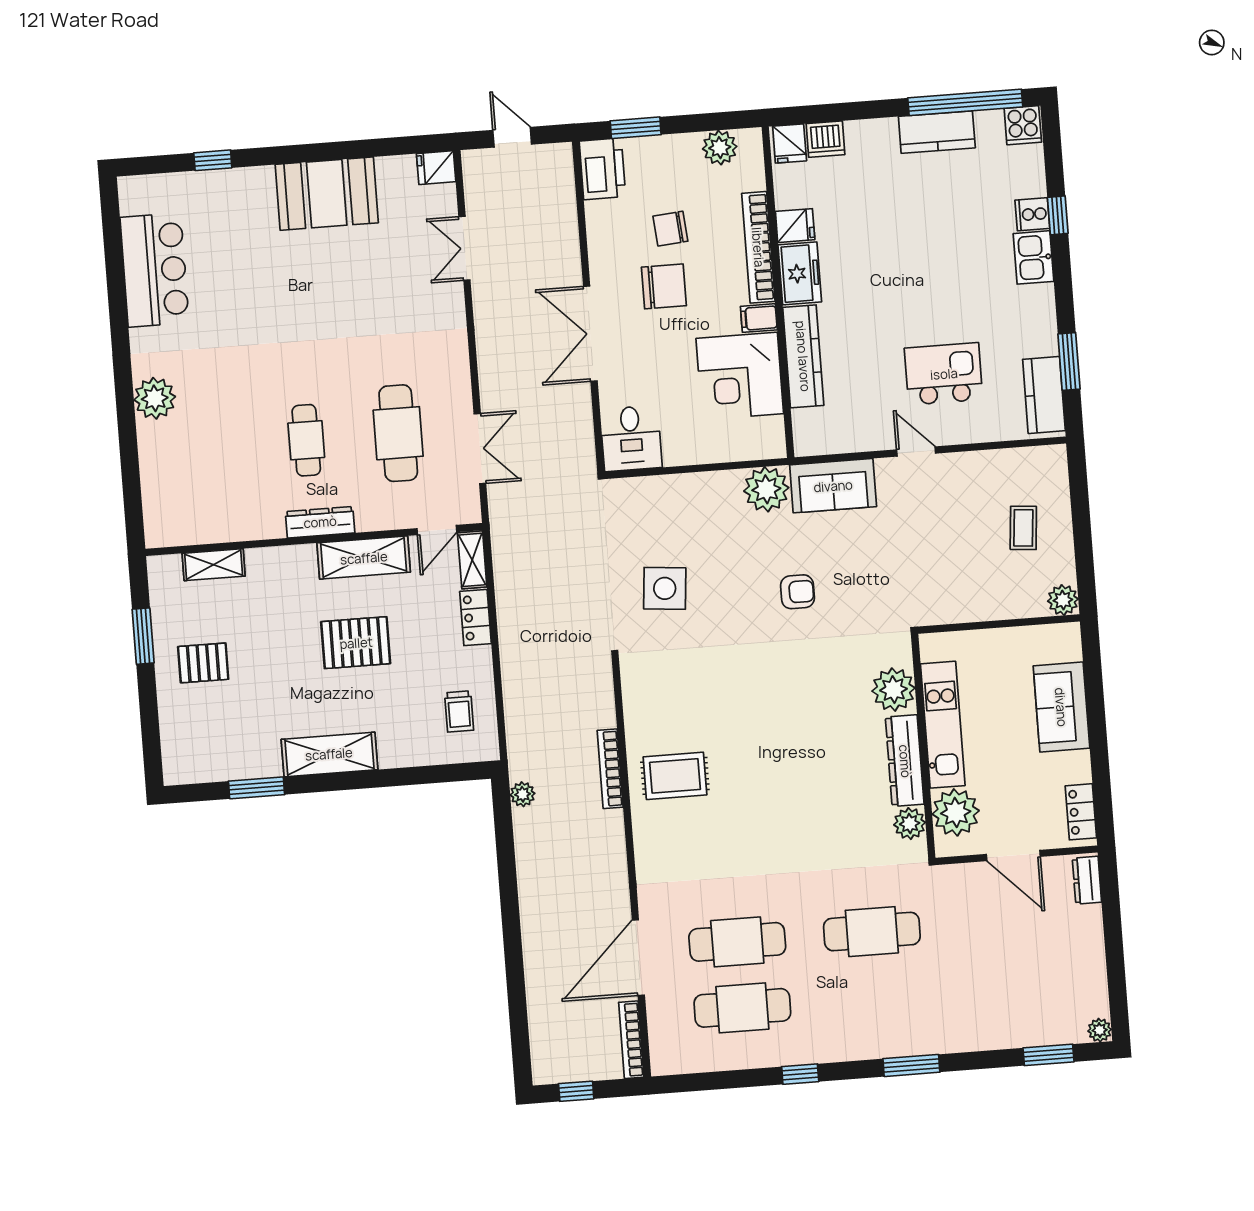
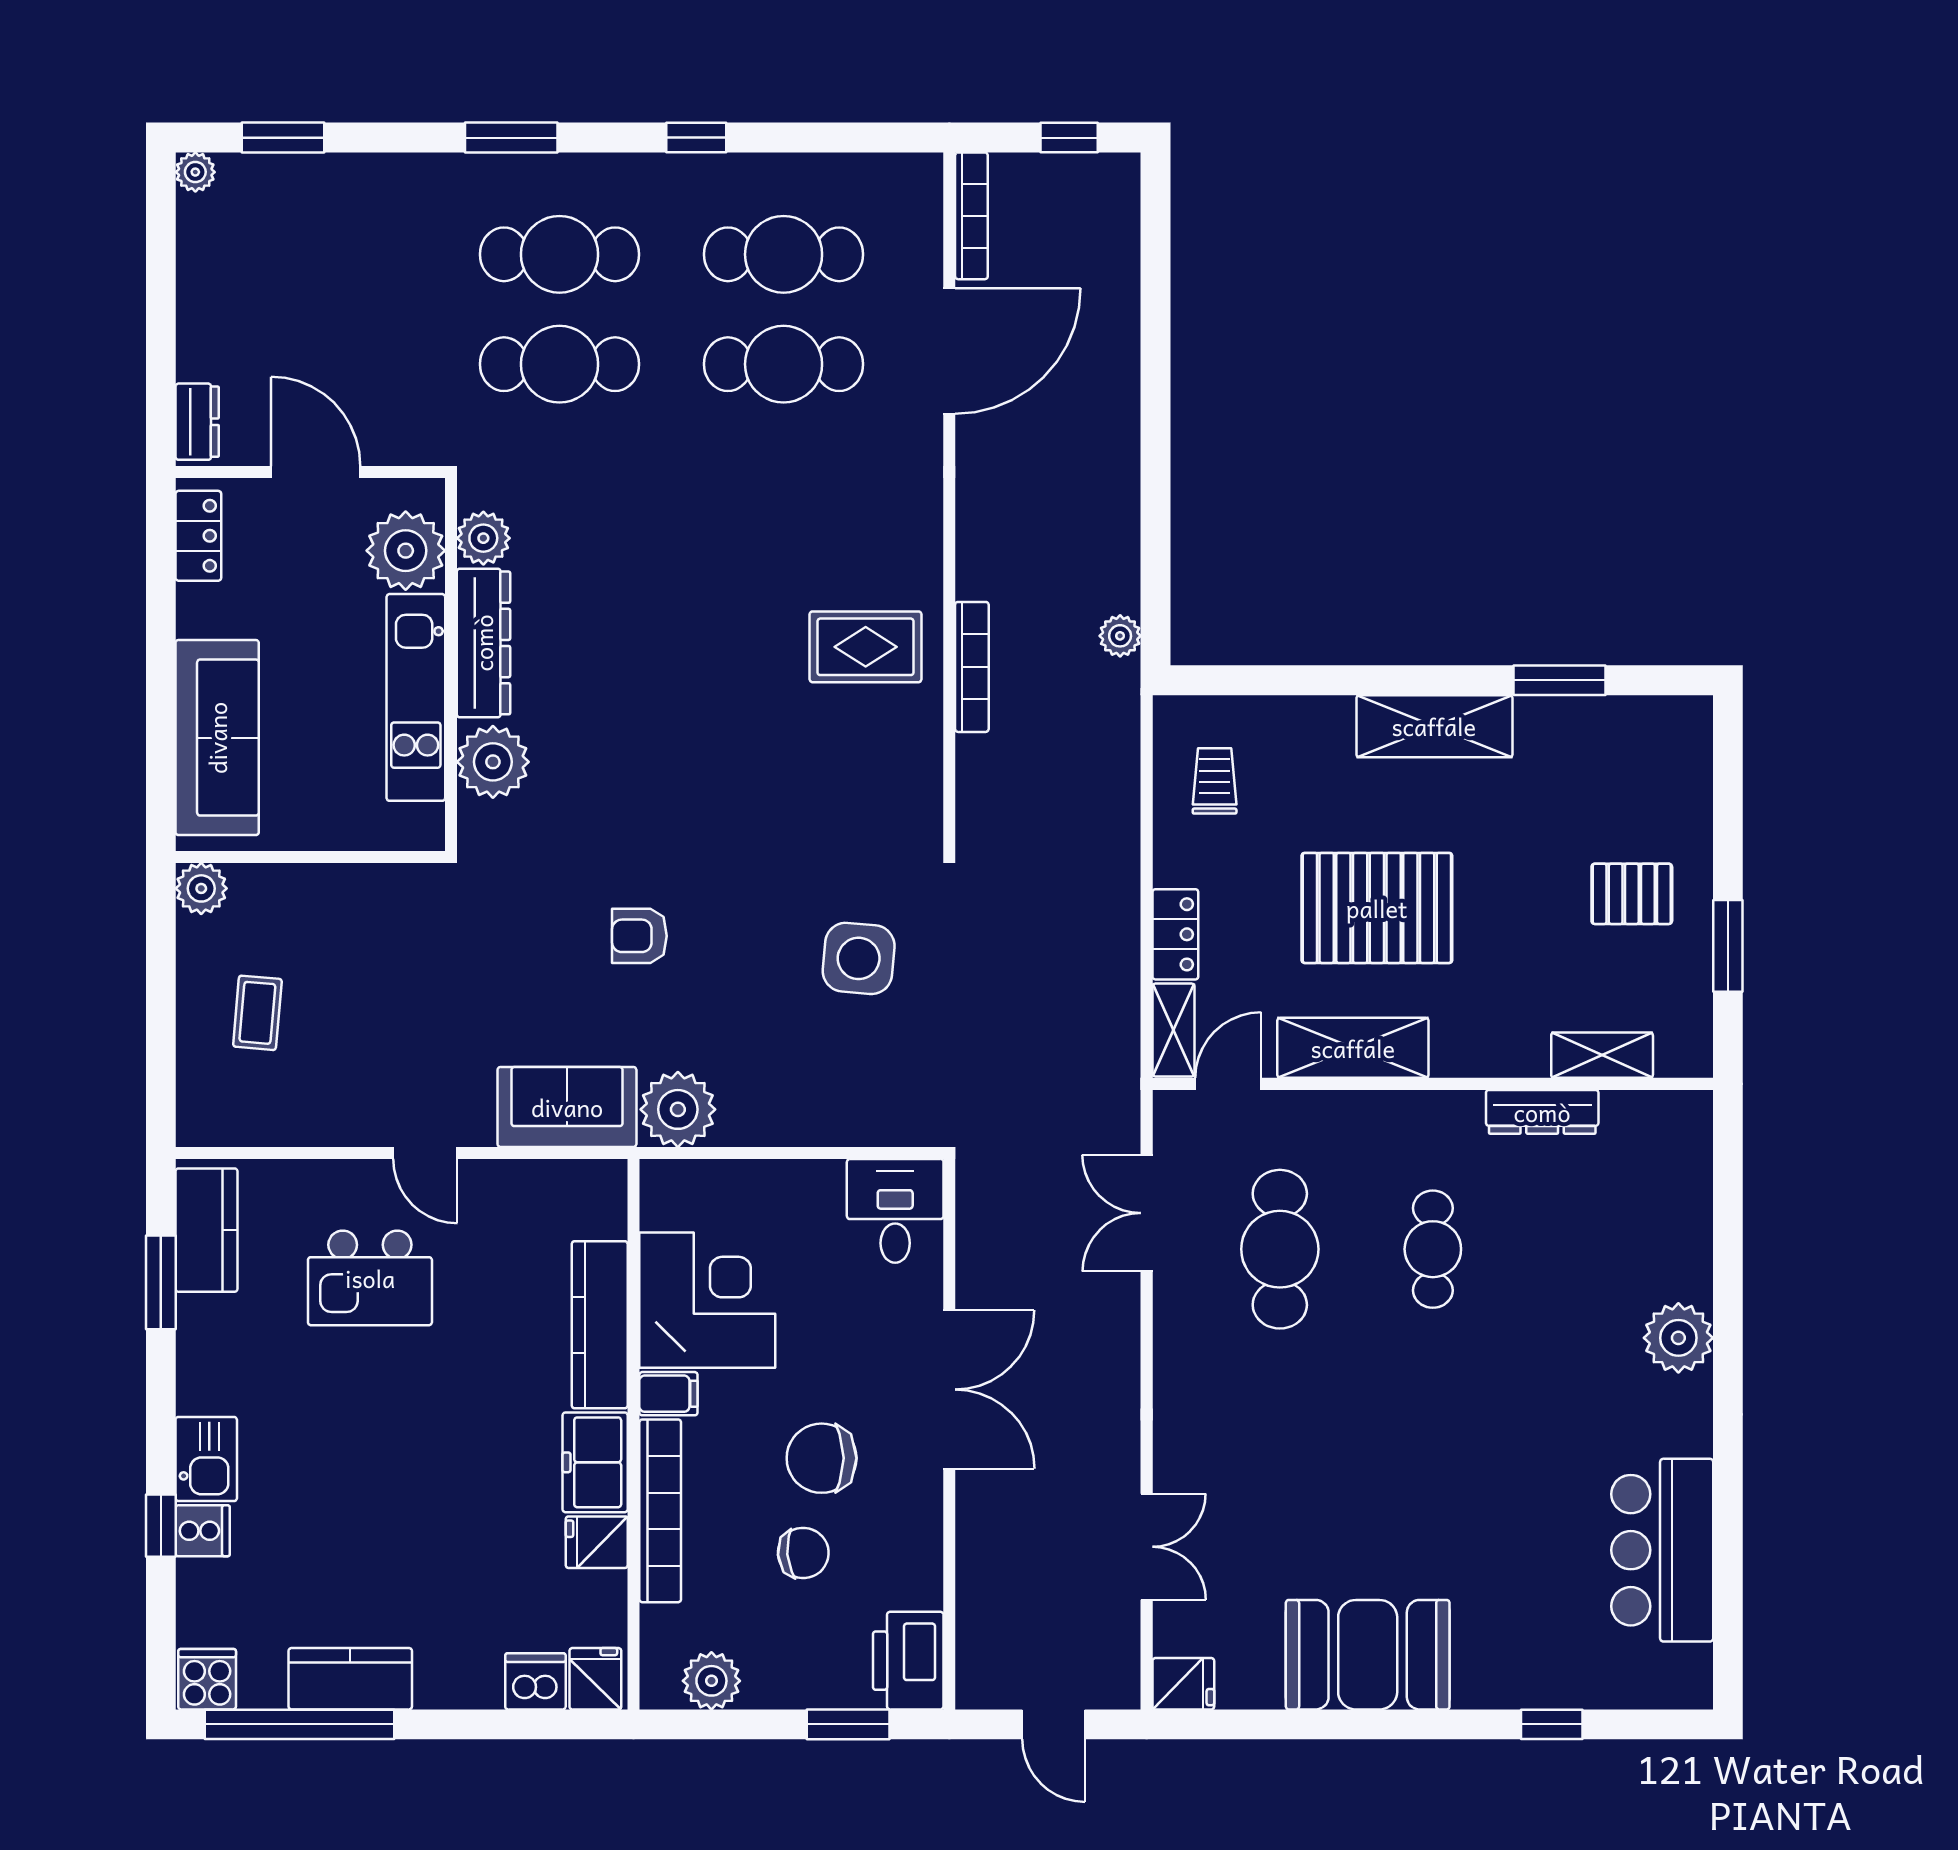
dresser: (320, 522) -> (1542, 1112), moved
pallet: (356, 643) -> (1377, 908), width x1.37, depth x1.41
sofa: (1061, 707) -> (217, 738), width x1.36
cafe table: (877, 998) -> (559, 254), added

